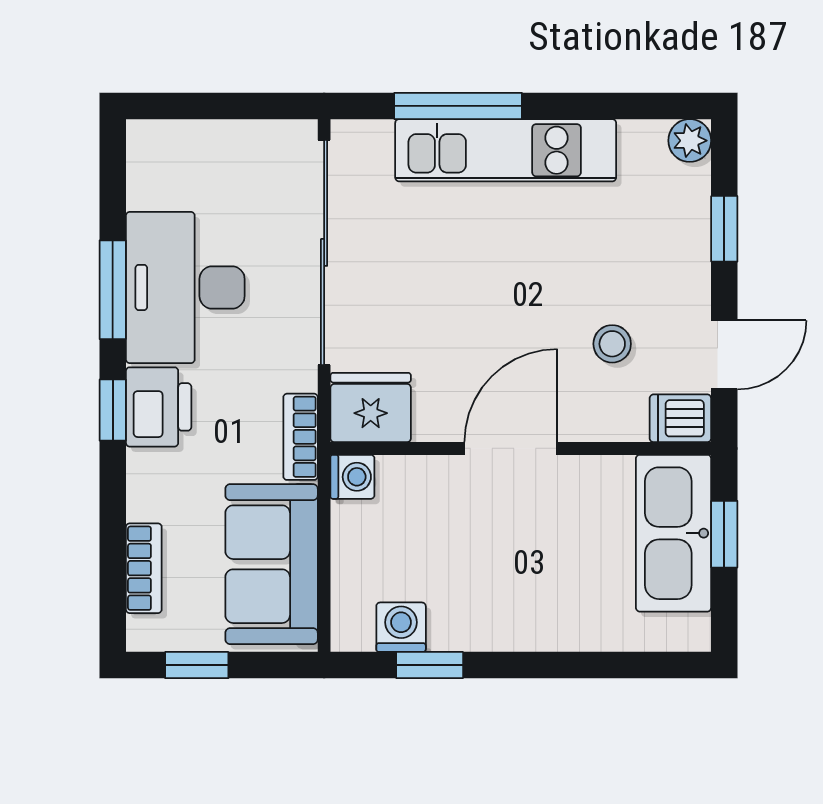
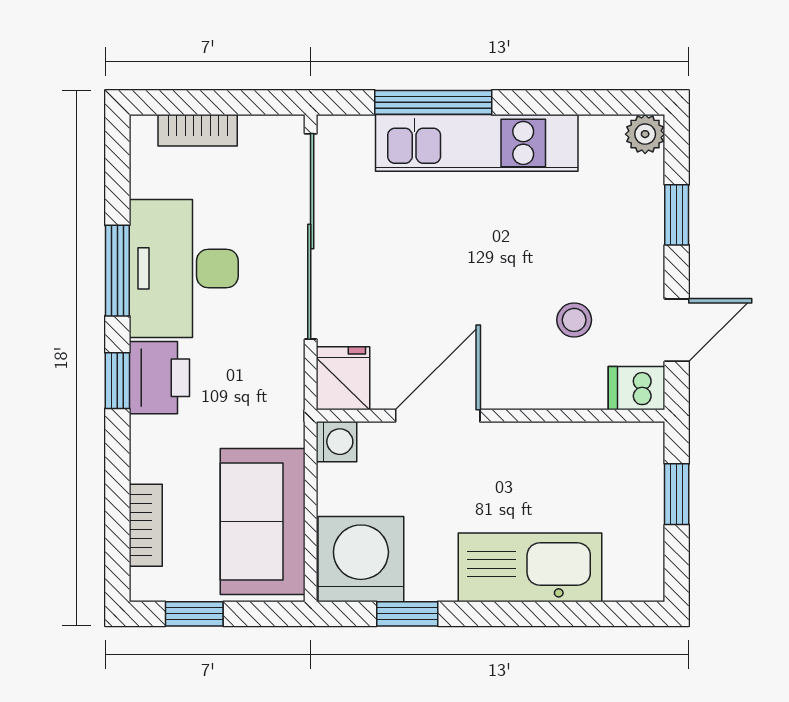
fridge: (371, 408) -> (343, 378), width x0.72
bookcase: (301, 437) -> (198, 130), moved, turned -90
door: (511, 448) -> (438, 416), moved
kitchen sink: (674, 533) -> (530, 567), moved, turned 90
washing machine: (401, 627) -> (361, 559), width x1.89, depth x1.89

